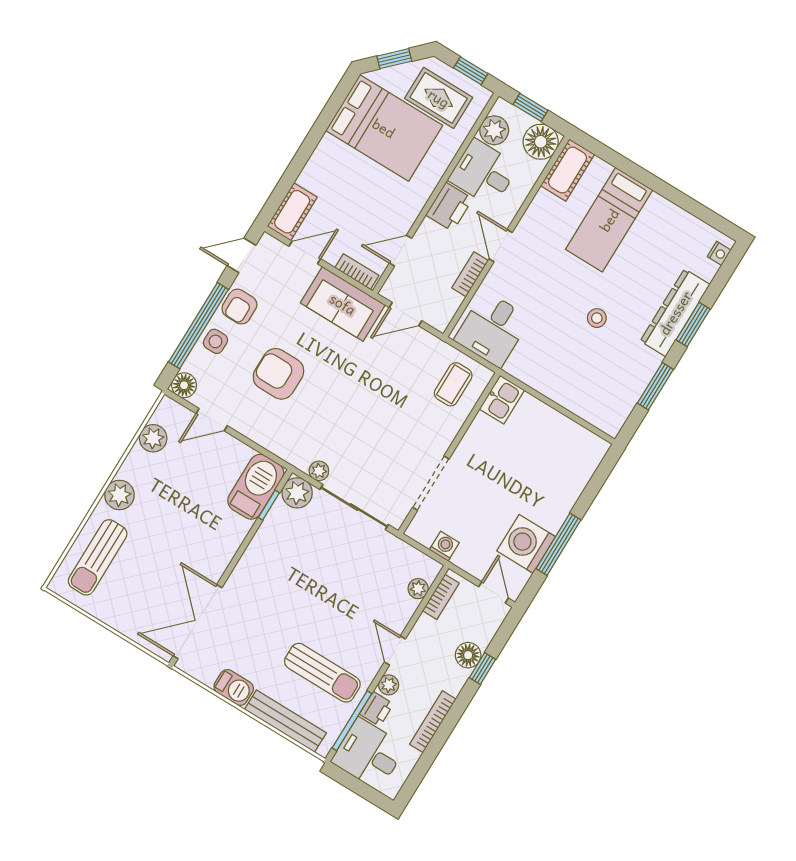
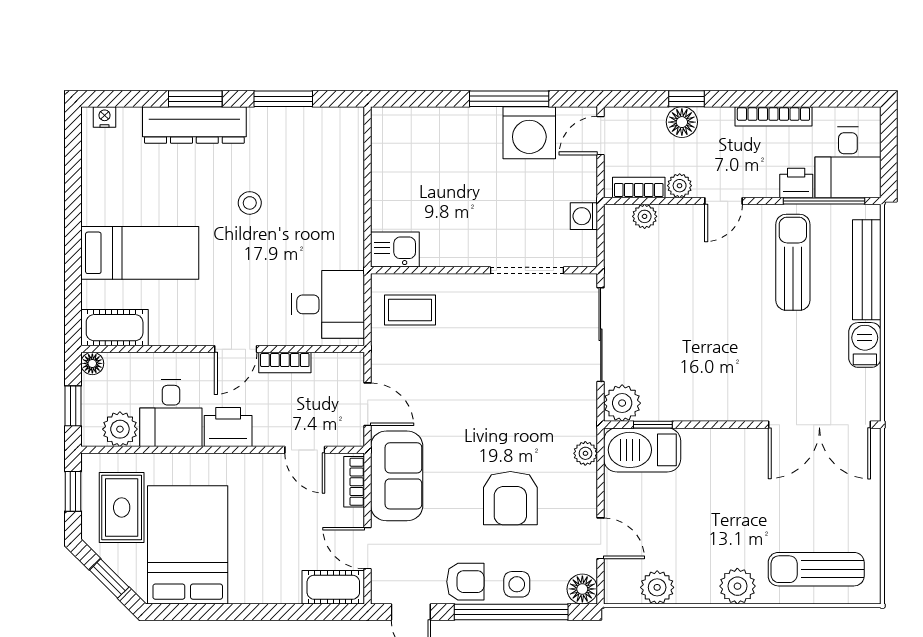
floor lamp: (541, 142) -> (92, 363), width x0.53, depth x0.53
plant: (319, 471) -> (585, 453), moved
sun lounger: (98, 557) -> (816, 569), turned 180
plant: (389, 685) -> (680, 186), moved

